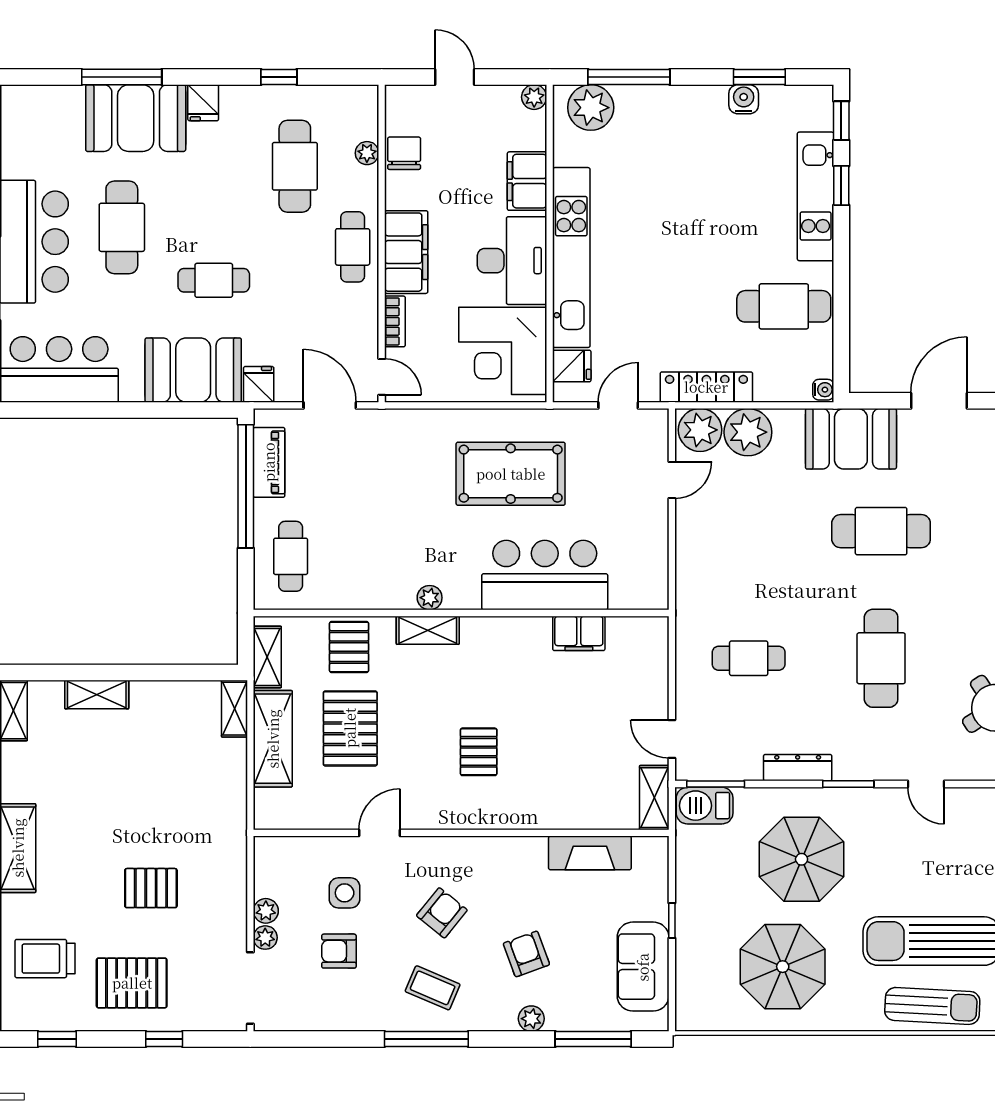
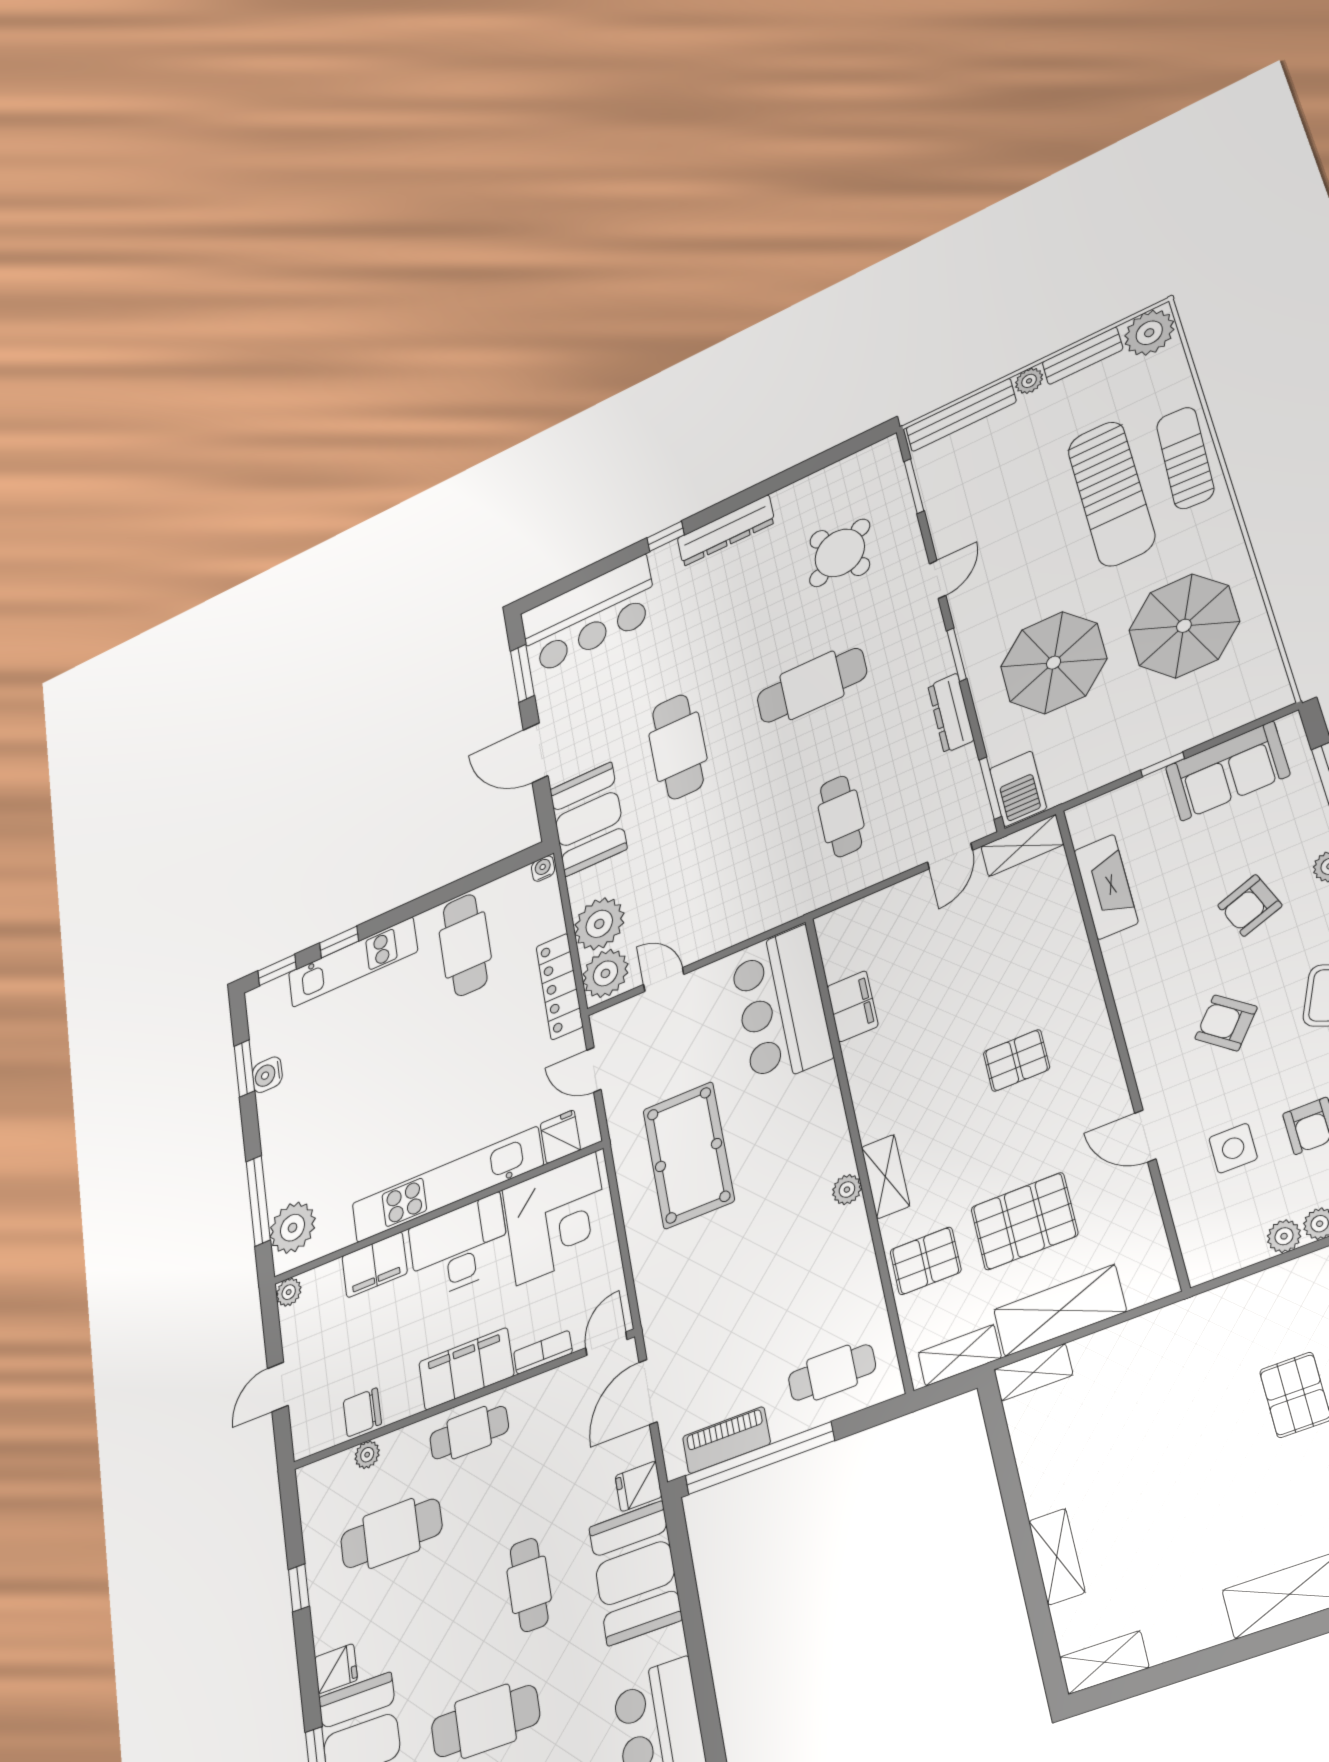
bar counter: (545, 575) -> (781, 1006), moved

